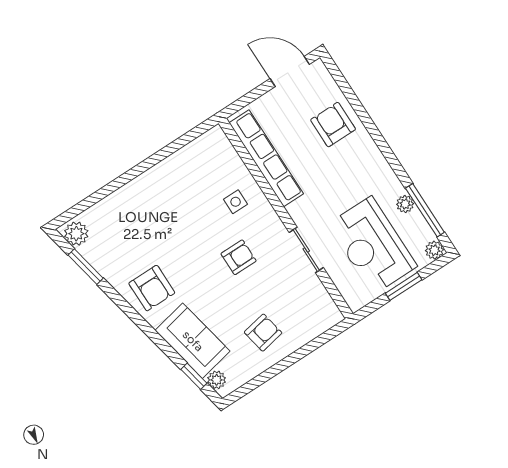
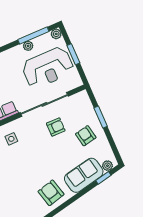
sliding door: (306, 250) -> (44, 104), width x1.86
armchair: (239, 257) -> (56, 127), moved, turned 90
armchair: (152, 288) -> (51, 193), turned -105
window: (301, 353) -> (101, 117), added

